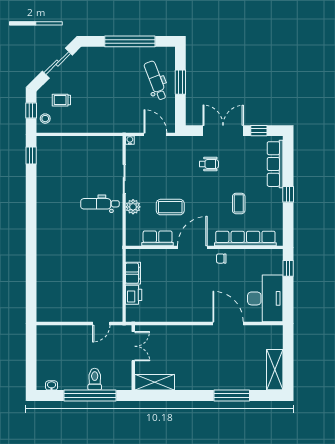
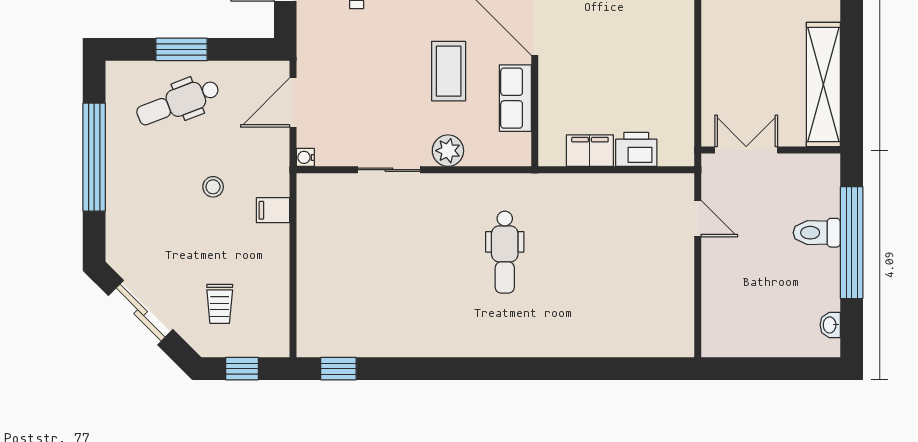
stool: (45, 119) -> (213, 187), moved
filing cabinet: (105, 125) -> (273, 210), added
dental chair: (100, 204) -> (505, 252), moved
shelving: (155, 382) -> (823, 85), width x1.47

